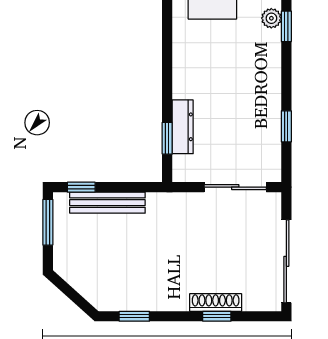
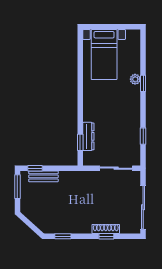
bench: (107, 203) -> (43, 176), width x0.73

